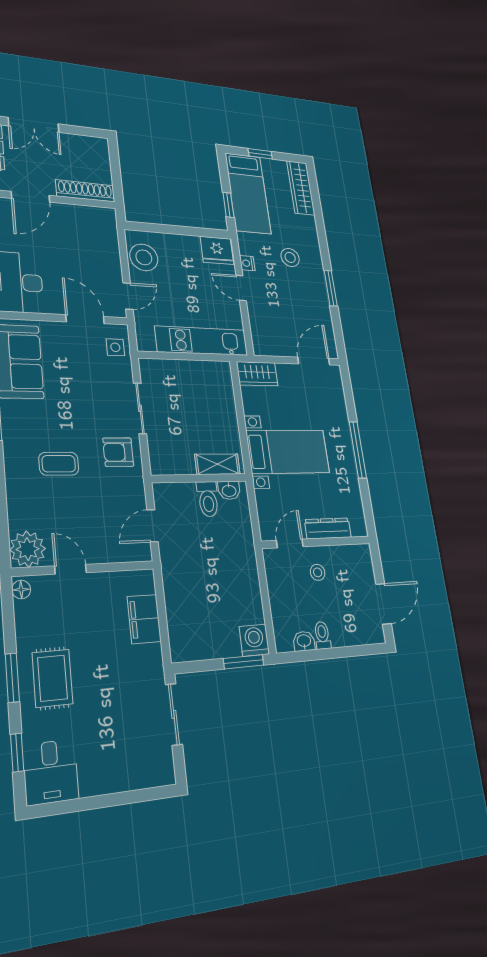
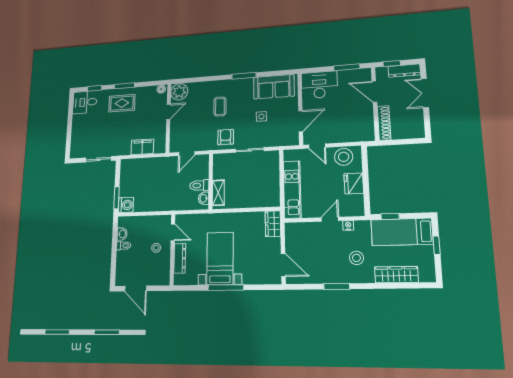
wardrobe: (301, 188) -> (396, 275), moved
fridge: (217, 250) -> (354, 183), moved
side table: (115, 347) -> (261, 116), moved
bed with nightstands: (288, 452) -> (220, 258), moved, turned 180
door: (153, 526) -> (187, 154), swing flipped

